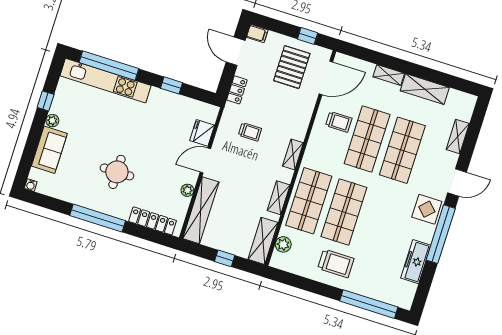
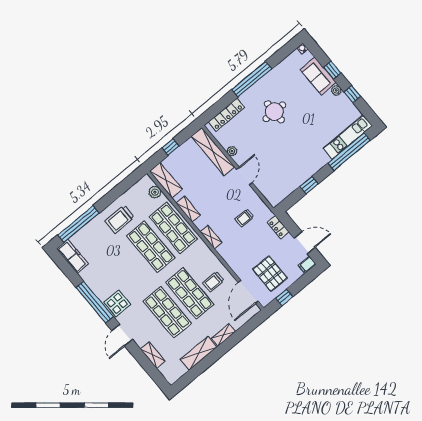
kitchen unit: (106, 81) -> (348, 137), width x0.73
fridge: (202, 133) -> (264, 186), removed
window: (34, 139) -> (332, 70), added
freezer: (416, 262) -> (72, 256), moved

